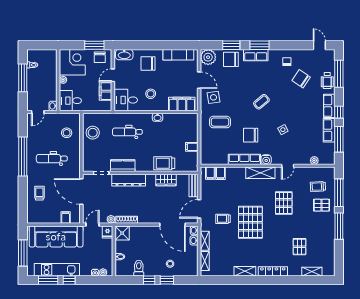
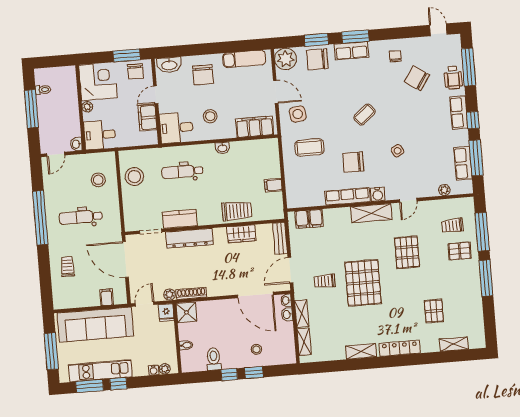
chair: (148, 64) -> (203, 75), turned -90
row of seats: (329, 130) -> (463, 163), moved
trolley: (164, 163) -> (237, 211), turned 180

